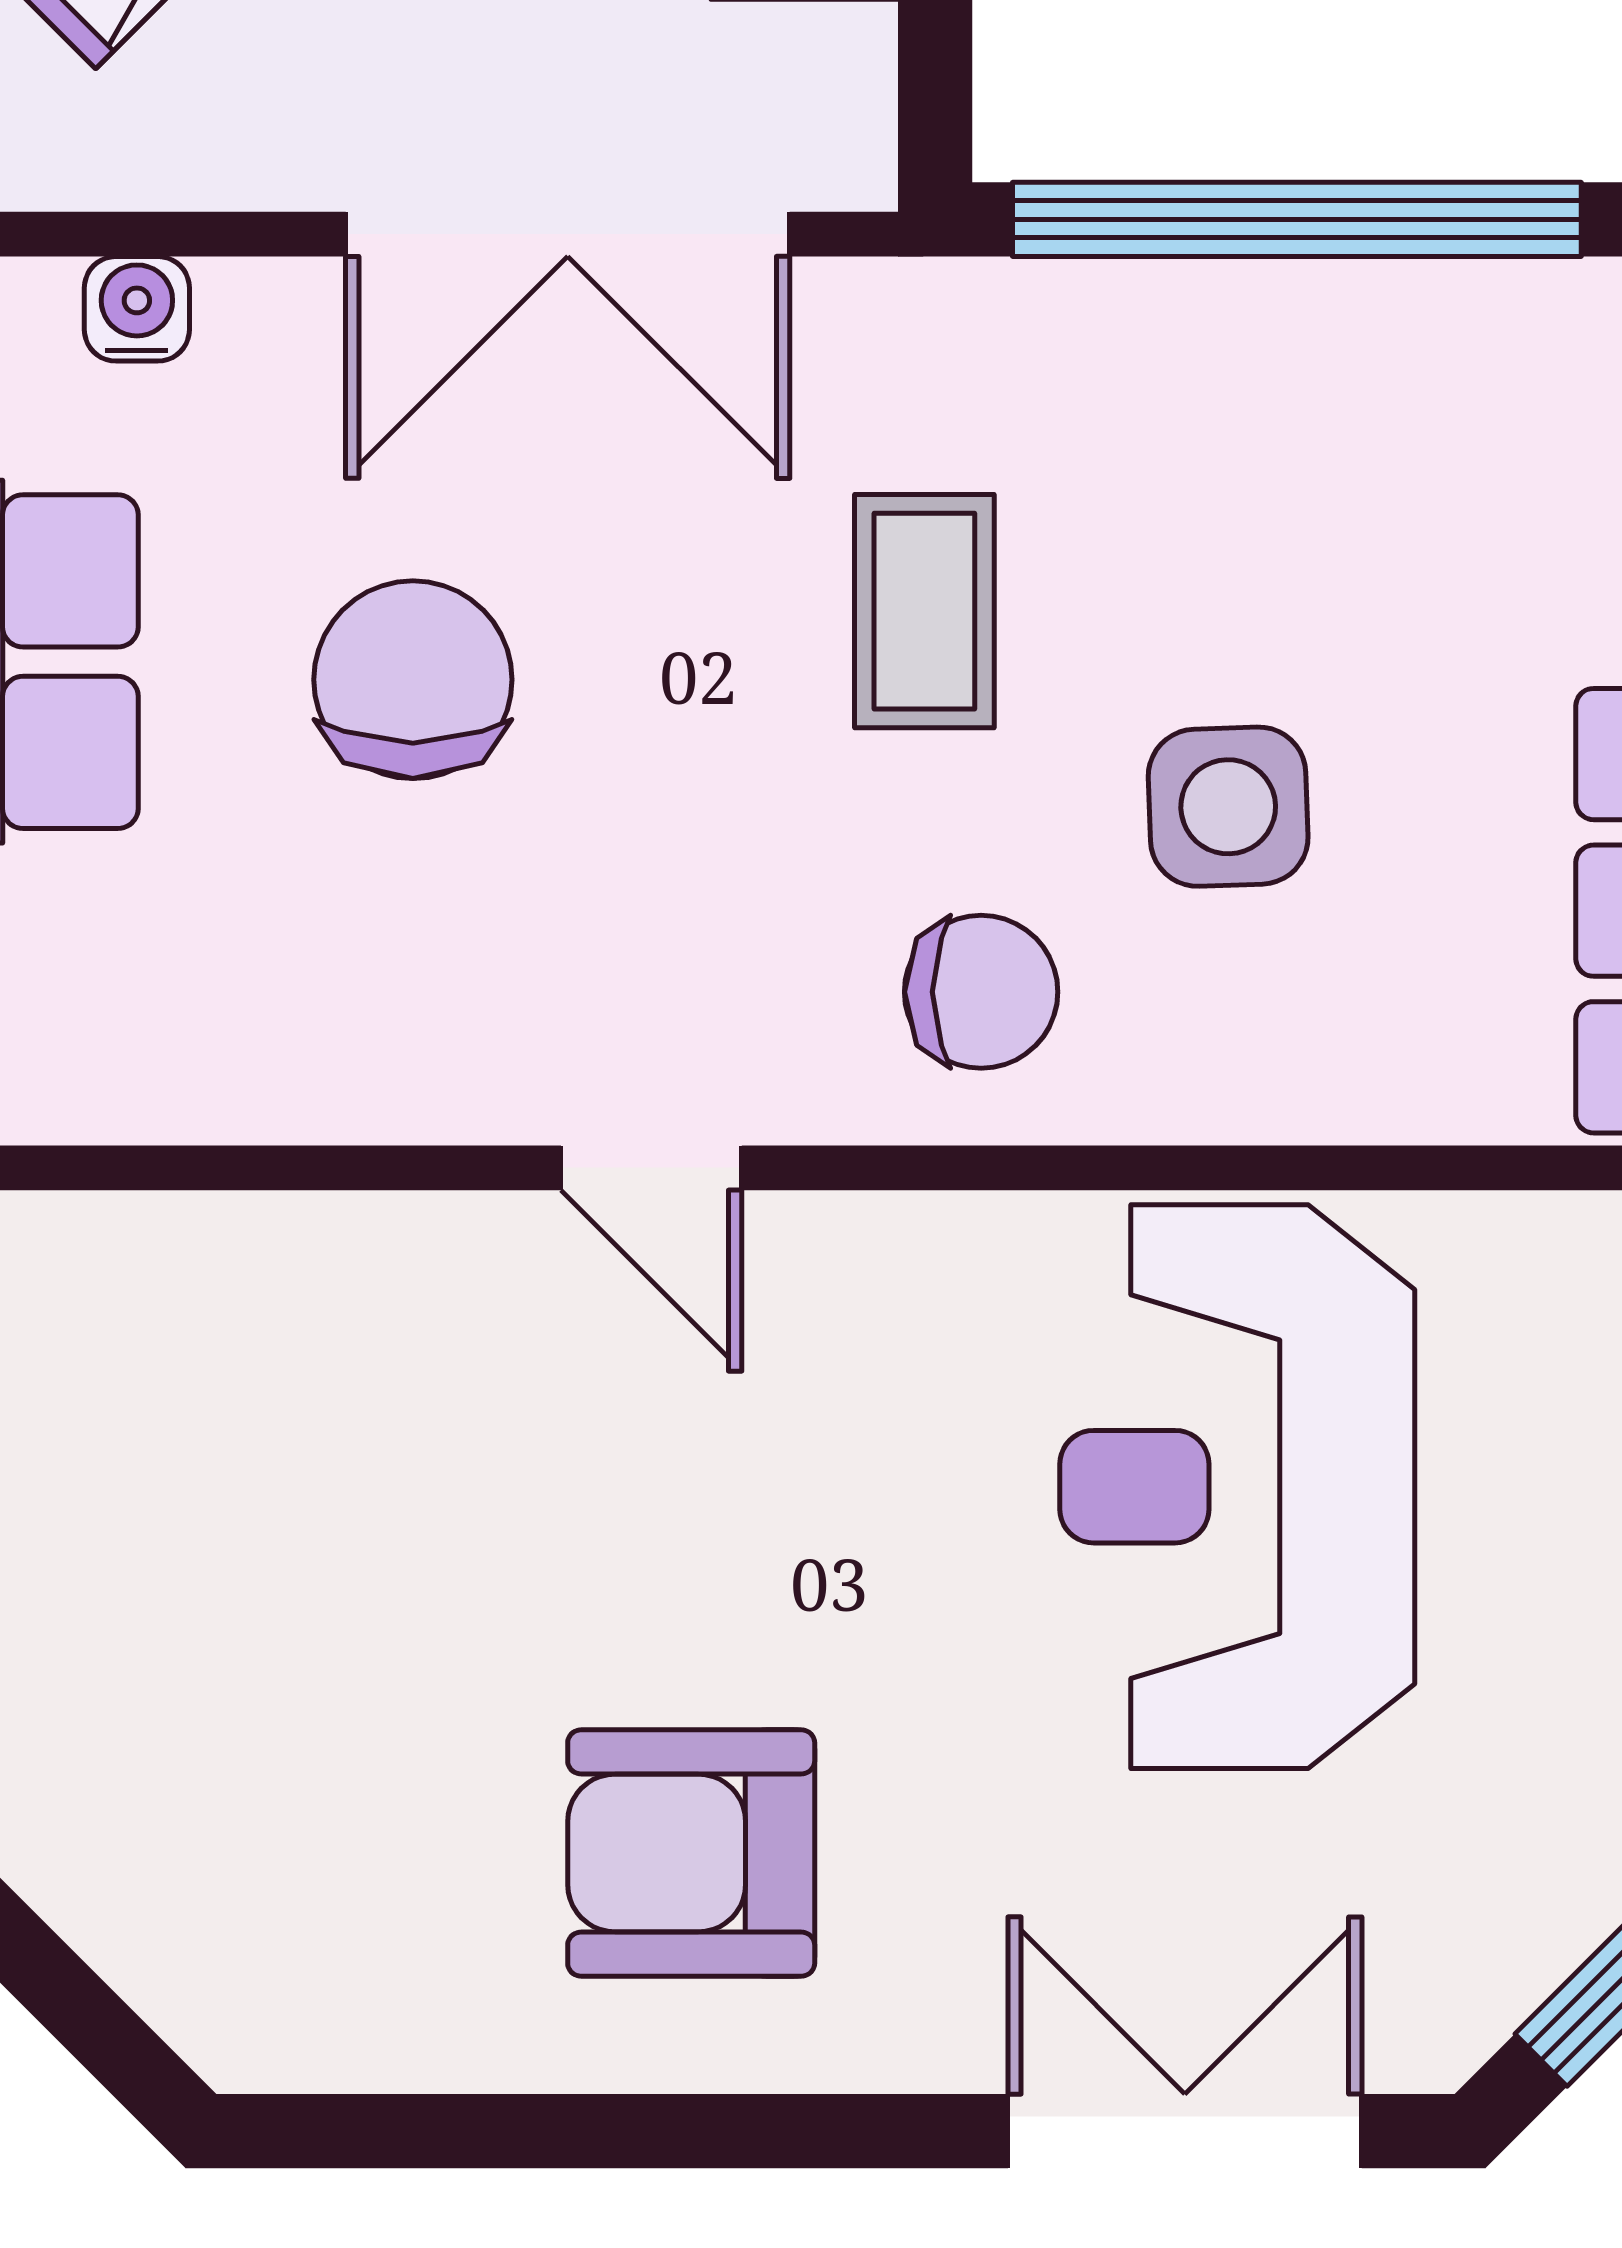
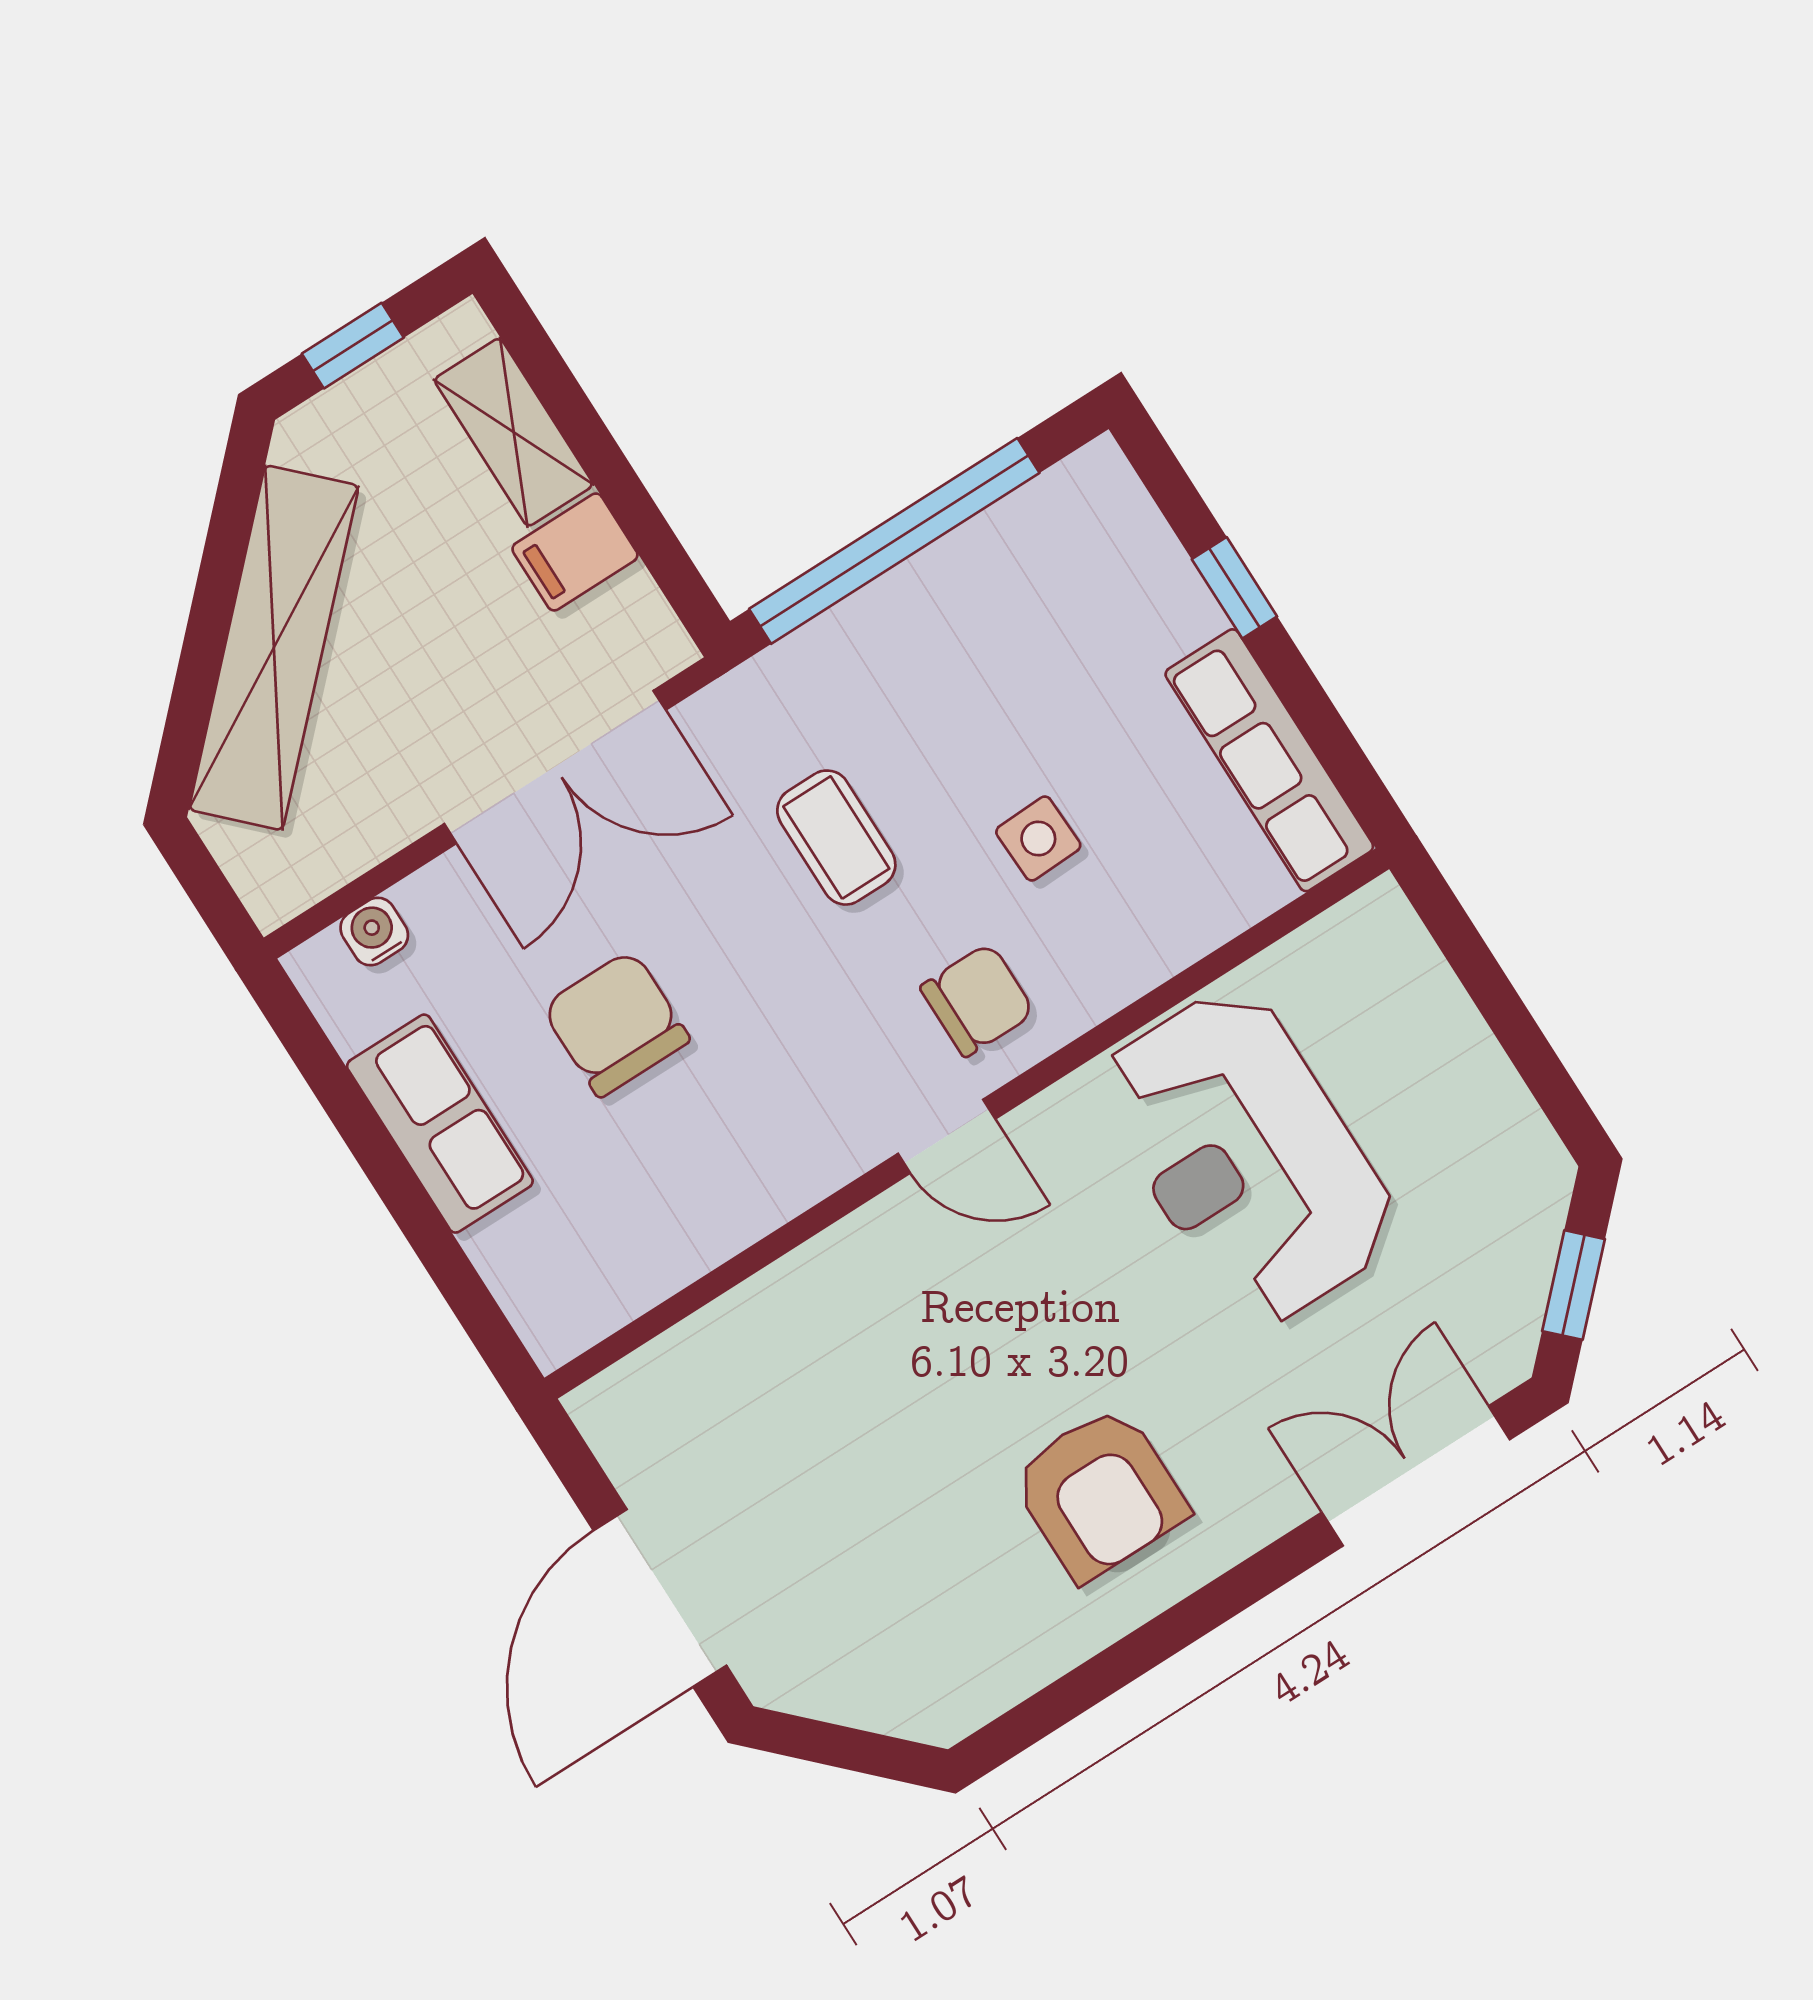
side table: (1228, 807) -> (1038, 838), width x0.73, depth x0.73
door: (651, 1168) -> (947, 1136), moved
armchair: (691, 1853) -> (1099, 1493), turned -90

